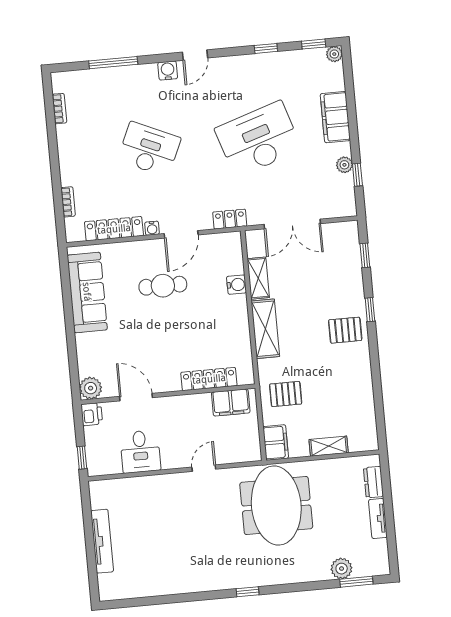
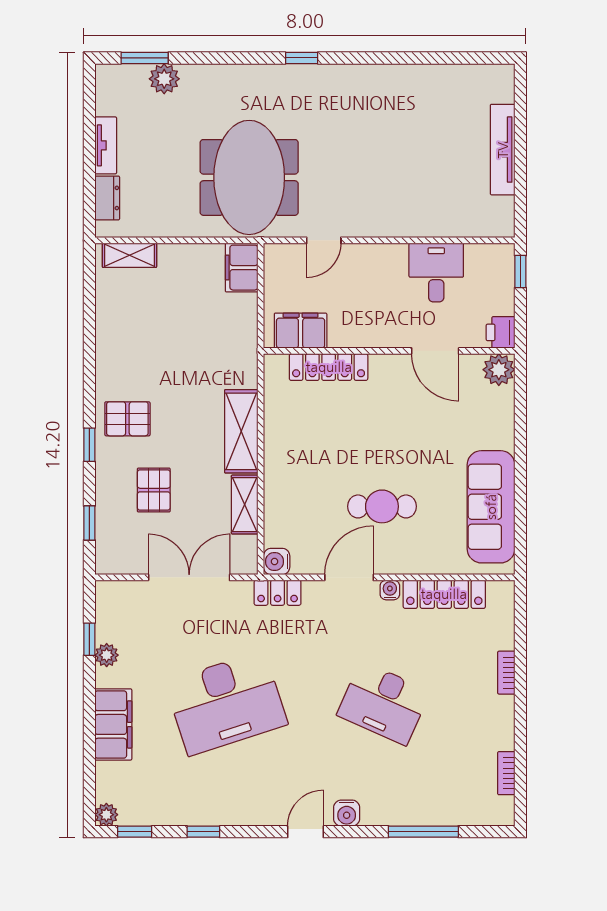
bookcase: (68, 202) -> (506, 673), moved
water cooler: (237, 285) -> (277, 562), moved
pallet: (286, 394) -> (154, 490), moved, turned 90
shelving: (329, 446) -> (129, 255), moved
door: (204, 468) -> (324, 240), moved

